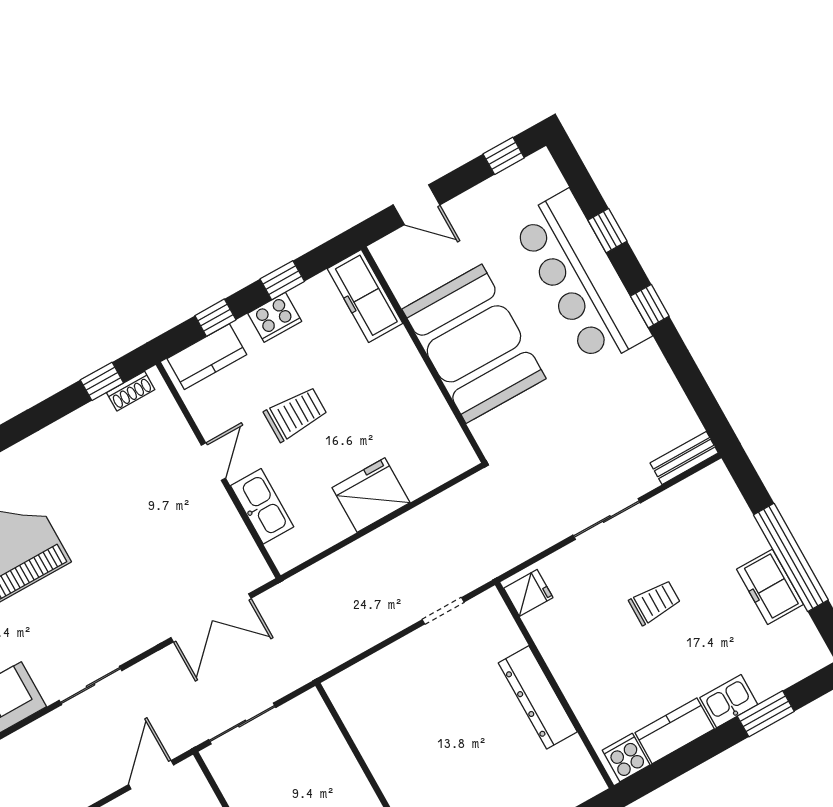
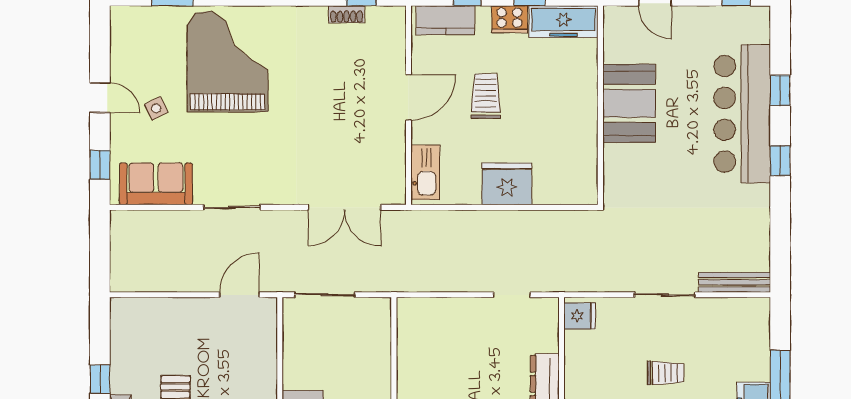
freezer: (365, 296) -> (563, 22), moved, turned -90
booth: (474, 344) -> (629, 103), width x0.73, depth x0.70
shoe rack: (131, 391) -> (346, 14), moved
trolley: (296, 414) -> (486, 96), turned -90
bench: (684, 458) -> (734, 282), width x1.36
door: (213, 462) -> (408, 97), width x1.38
kitchen sink: (262, 506) -> (425, 172), moved

